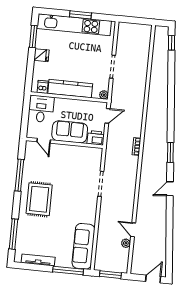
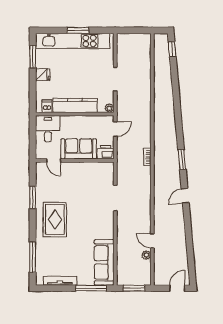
window: (19, 175) -> (33, 197), width x0.69

